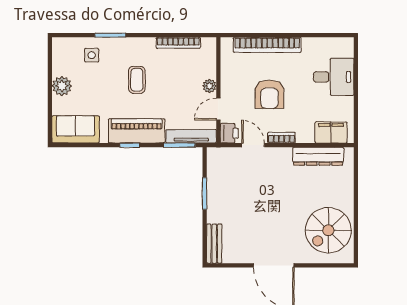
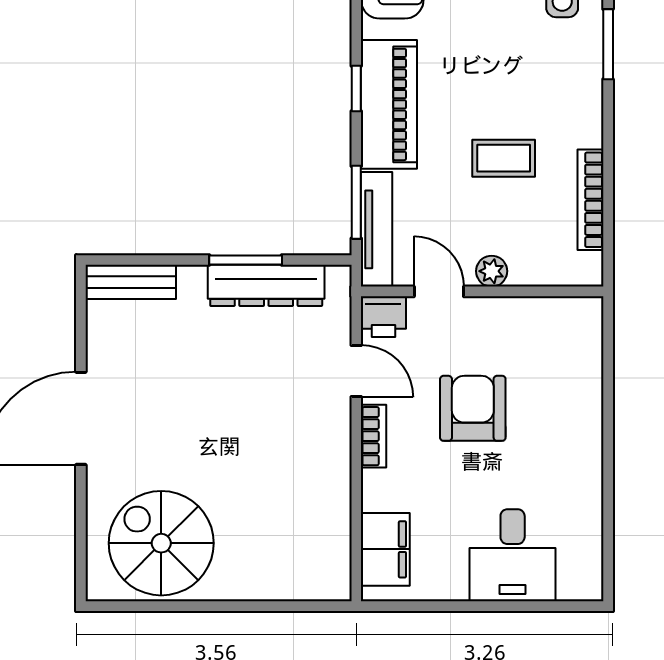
bookcase: (267, 45) -> (586, 403), removed
coffee table: (137, 80) -> (504, 158), moved
armchair: (269, 94) -> (473, 408), turned 90
door: (253, 145) -> (356, 371), hinge flipped
dresser: (318, 156) -> (266, 285), moved, turned -90

